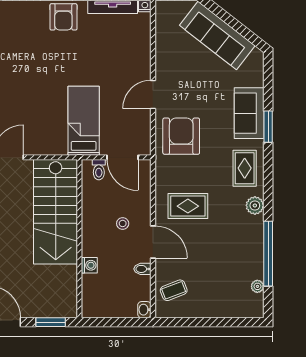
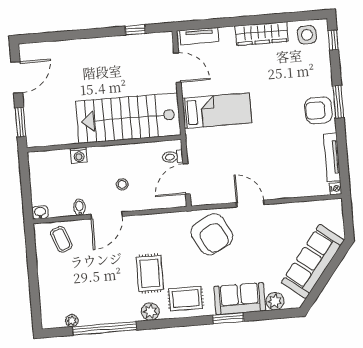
plant: (255, 77) -> (275, 301), added
bed: (84, 121) -> (217, 111), moved
armchair: (181, 136) -> (212, 234), turned 62
rug: (188, 206) -> (150, 273), moved

